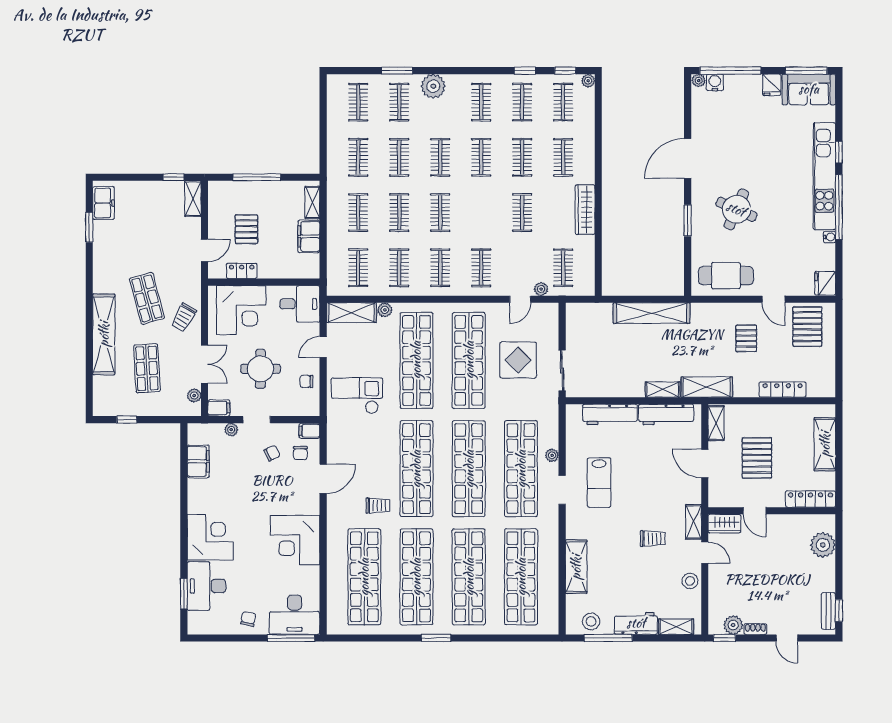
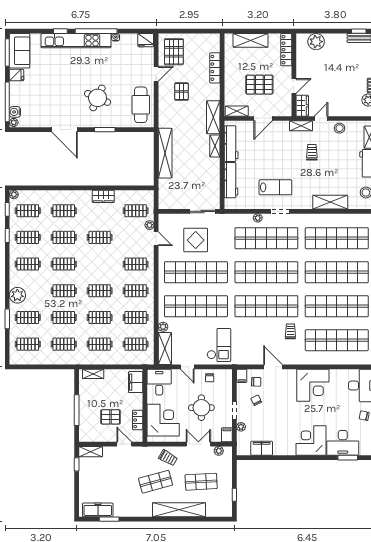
freezer: (104, 203) -> (98, 510), width x1.40
wardrobe: (585, 210) -> (103, 196), width x0.67
filing cabinet: (309, 236) -> (136, 382), moved, turned 90
pallet: (807, 327) -> (174, 52), turned 90
pallet: (746, 338) -> (182, 92), turned 90
checkout: (357, 396) -> (219, 345), turned 180

